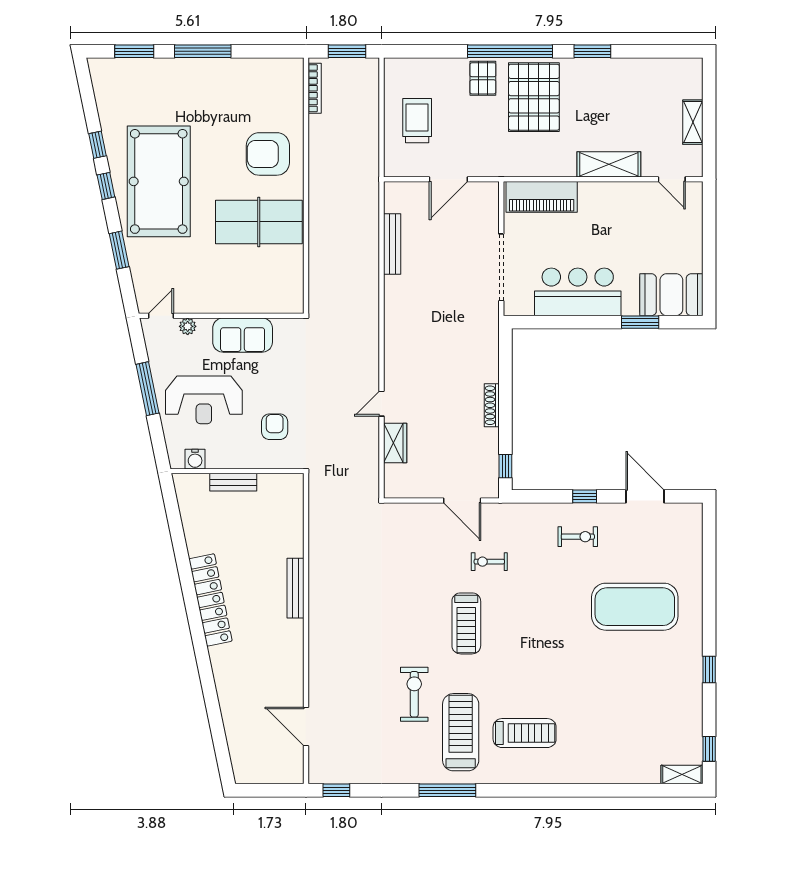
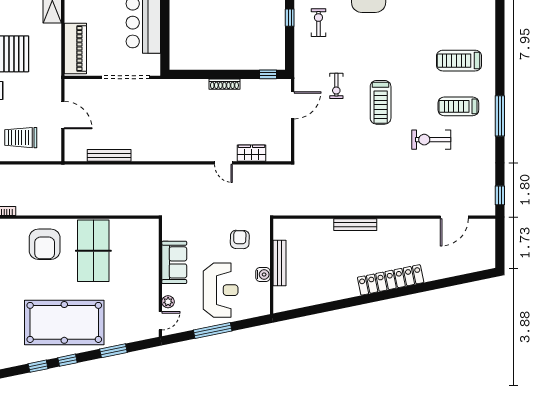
door: (161, 316) -> (160, 321), swing flipped
armchair: (275, 427) -> (240, 239), turned 91
water cooler: (195, 459) -> (263, 275), moved
bench: (233, 482) -> (279, 263), width x1.36
locker: (210, 600) -> (391, 280), moved
treadmill: (466, 623) -> (381, 102), turned 90
treadmill: (461, 732) -> (458, 106), width x0.73, depth x0.73
treadmill: (525, 733) -> (459, 61), turned -90

